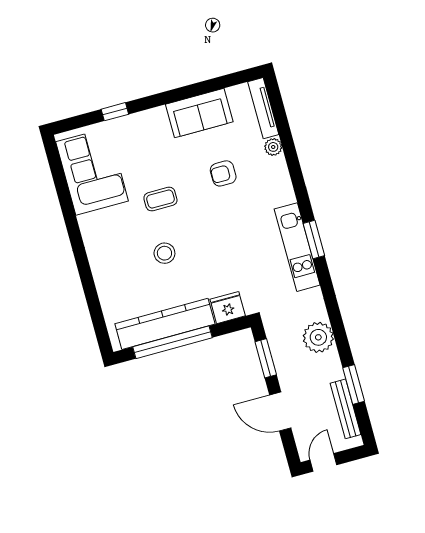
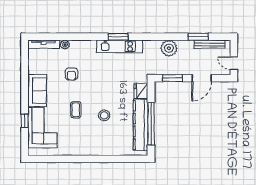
sofa: (199, 113) -> (37, 90), moved
corner sofa: (92, 171) -> (42, 128), moved, turned 90

